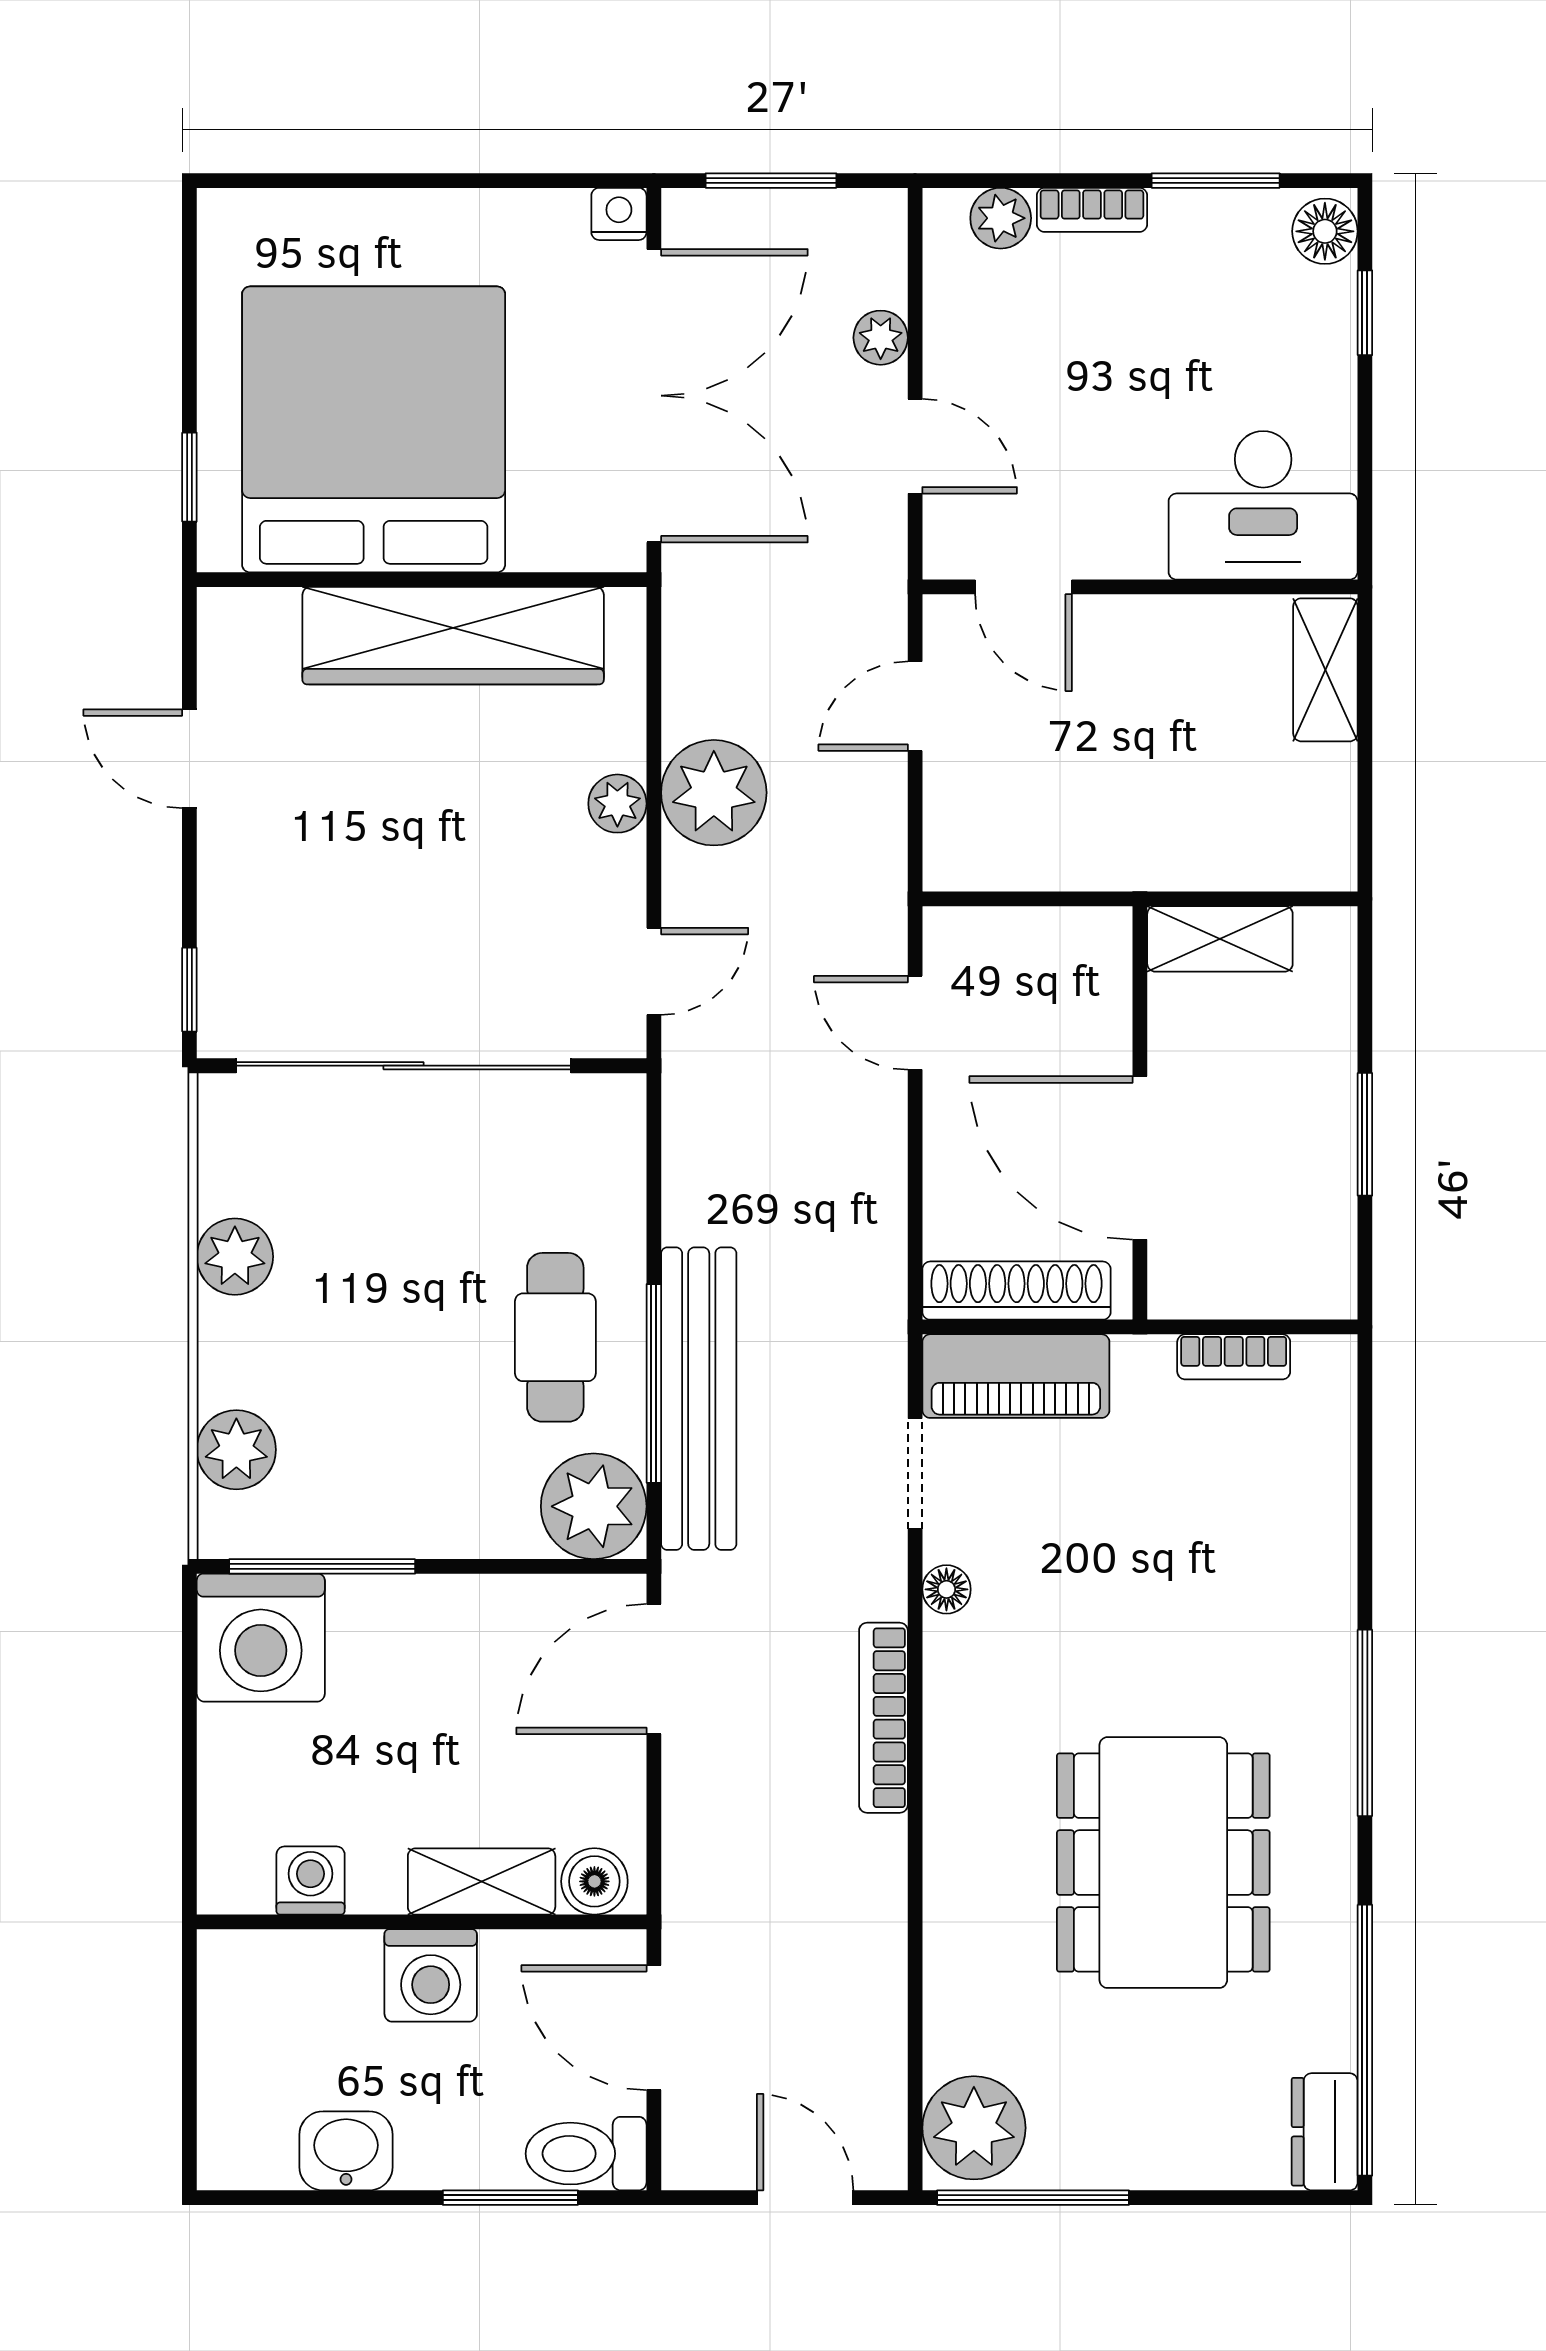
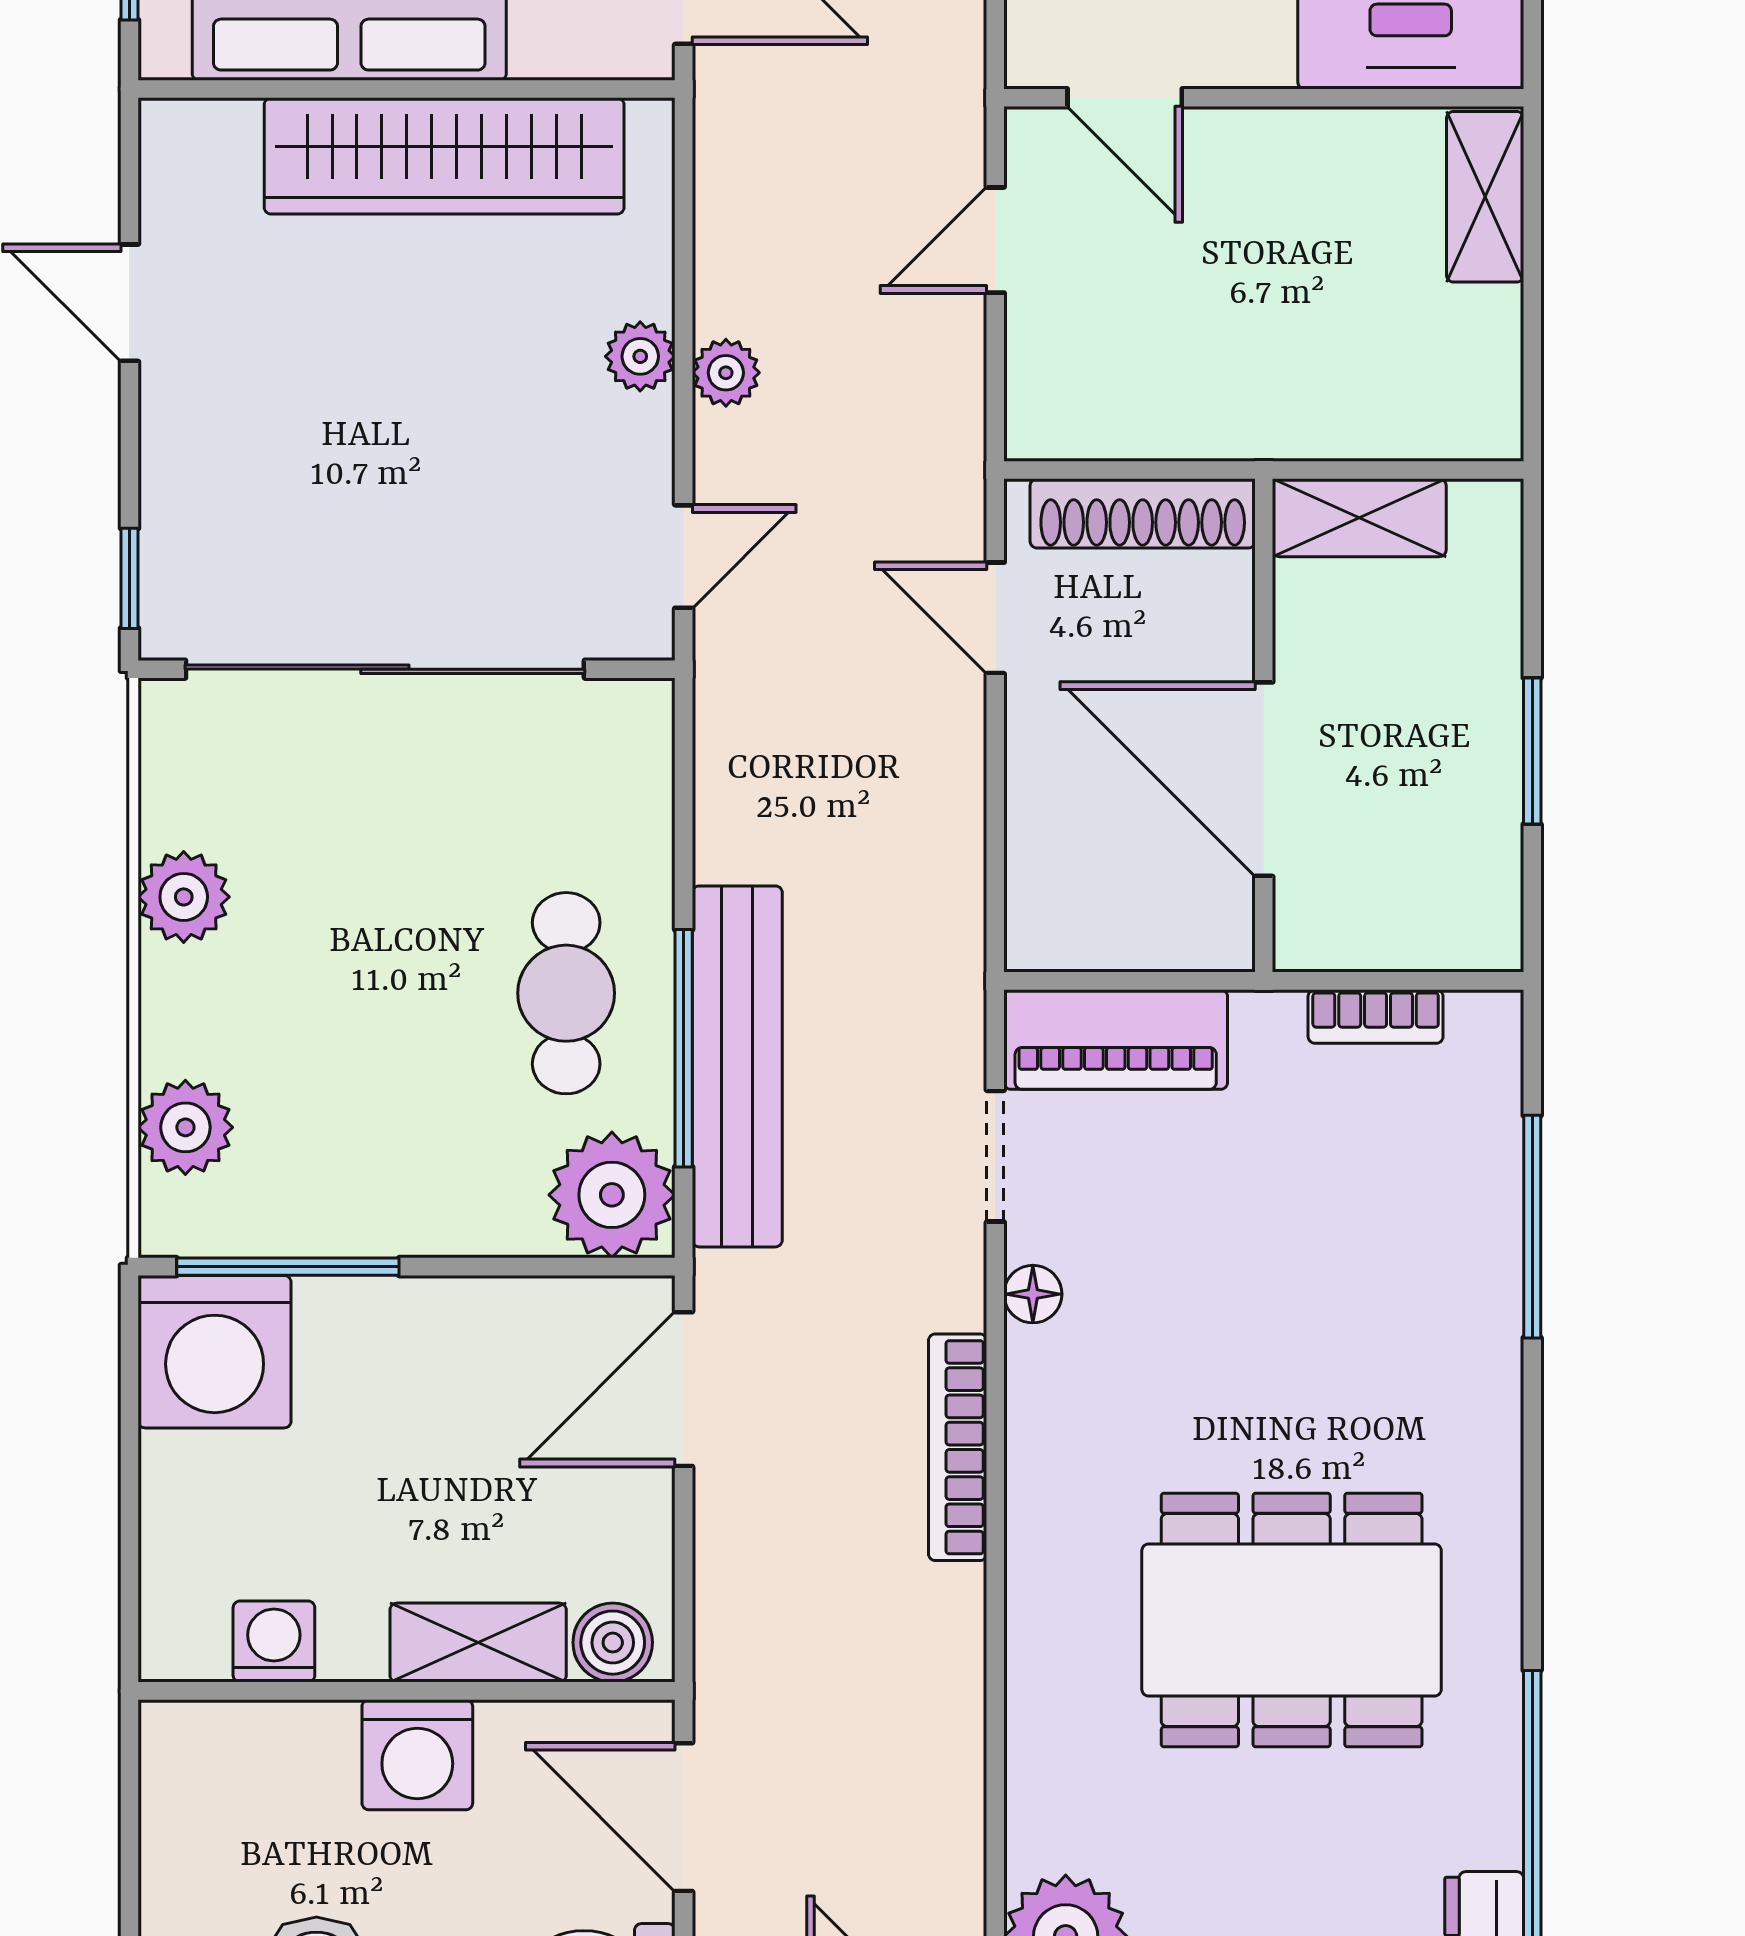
plant: (714, 793) -> (726, 373), width x0.53, depth x0.53
shoe rack: (1017, 1291) -> (1143, 513), moved, turned 180
window: (1365, 1723) -> (1532, 1227), moved
dining table: (1163, 1863) -> (1292, 1620), turned 90

